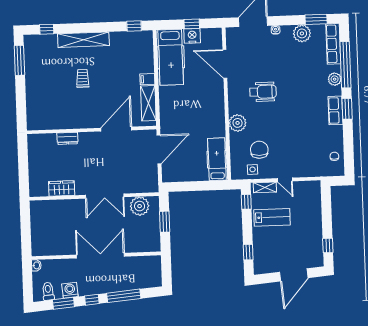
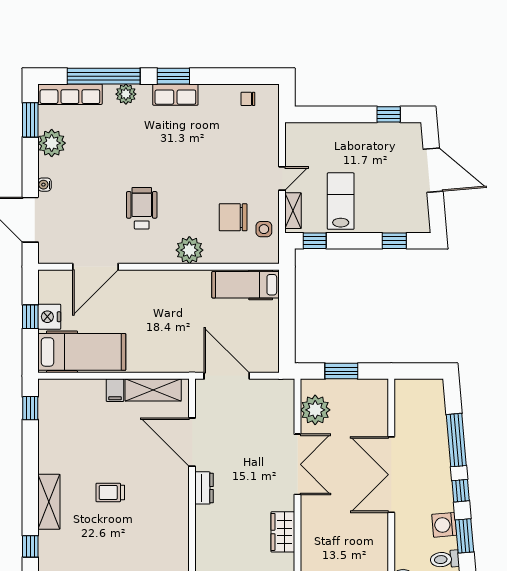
shelving: (83, 40) -> (49, 502), width x0.68
dresser: (67, 138) -> (204, 488), moved

